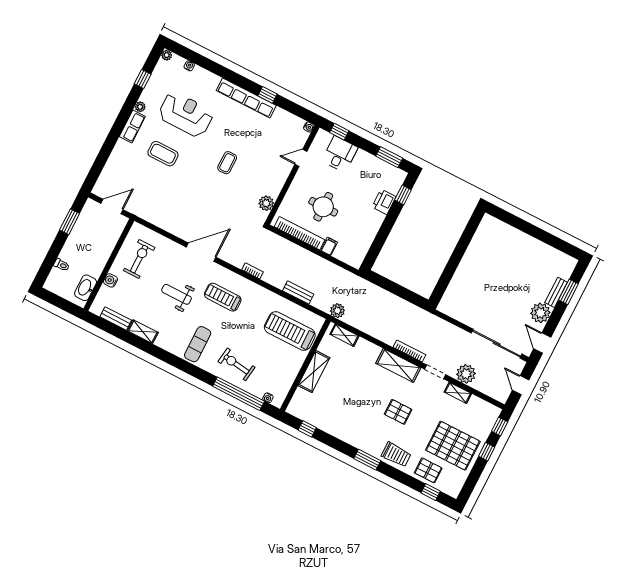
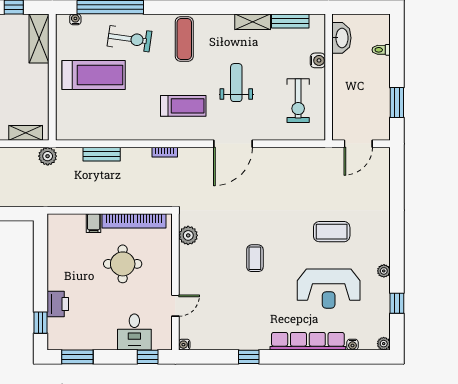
row of seats: (246, 98) -> (308, 341), moved
row of seats: (132, 127) -> (381, 244), removed
weight bench: (176, 294) -> (236, 83), turned -90
treadmill: (290, 331) -> (94, 75), moved
shelving: (314, 372) -> (39, 39), moved

